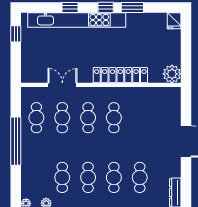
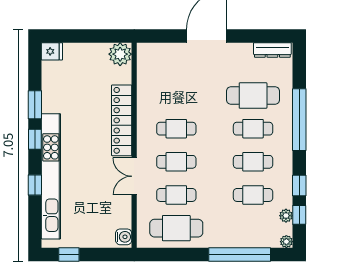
water cooler: (30, 77) -> (124, 237), added
double door: (62, 85) -> (134, 176), moved
cafe table: (36, 118) -> (176, 228), width x1.37, depth x1.35
window: (16, 141) -> (240, 254), moved
cafe table: (140, 177) -> (253, 96), width x1.37, depth x1.35

